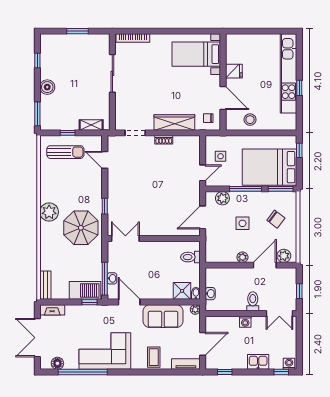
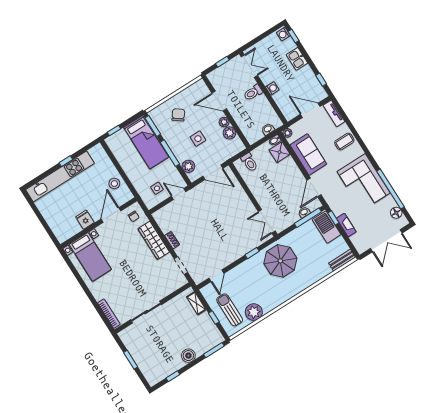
bed: (270, 167) -> (146, 142), width x0.67
plant: (49, 212) -> (254, 312), moved
plant: (284, 256) -> (229, 133), moved
fireplace: (52, 310) -> (346, 225), moved

